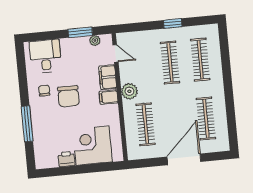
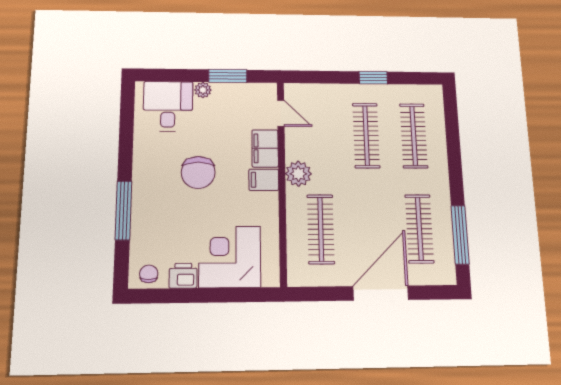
plant: (95, 40) -> (203, 90), moved
chair: (44, 91) -> (149, 274), moved
window: (231, 120) -> (460, 235), added

